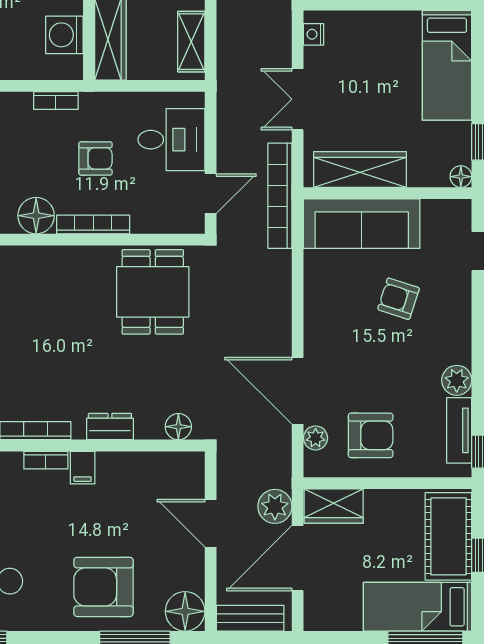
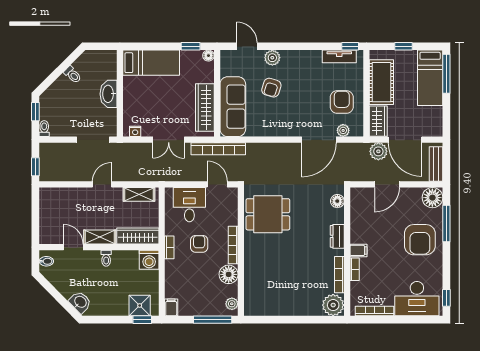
washing machine: (64, 35) -> (149, 260), moved
bookcase: (56, 101) -> (169, 247), moved
plant: (457, 380) -> (272, 58), moved
cot: (448, 536) -> (381, 82), moved, turned 90

